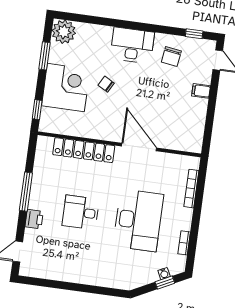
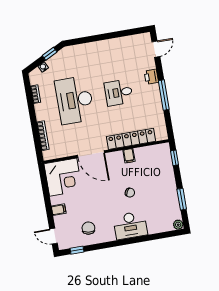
plant: (64, 32) -> (178, 225), width x0.53, depth x0.53
desk: (132, 45) -> (130, 225), moved
corner desk: (66, 87) -> (63, 177), moved, turned -90
filing cabinet: (93, 130) -> (129, 156), added
desk: (81, 212) -> (119, 93), turned 180
window: (165, 283) -> (50, 54), moved

